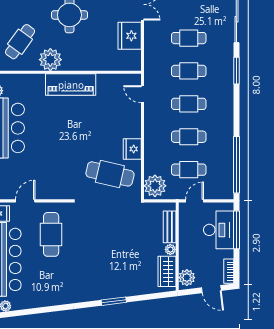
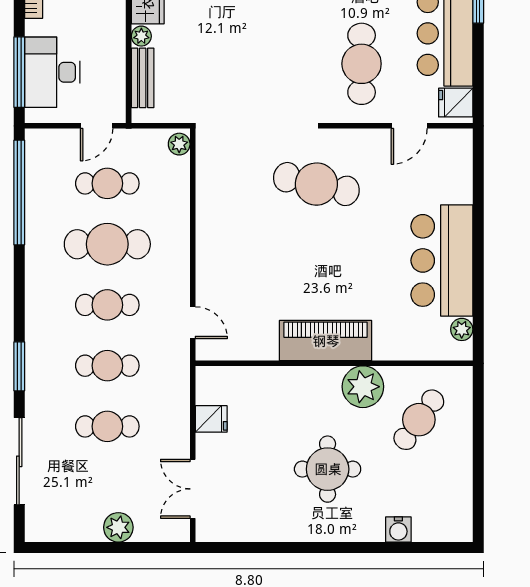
fridge: (130, 36) -> (211, 419), width x0.53, depth x0.75
cafe table: (189, 137) -> (107, 244), width x1.37, depth x1.35
fridge: (132, 149) -> (212, 222), removed
cafe table: (110, 174) -> (316, 184), moved
plant: (155, 186) -> (179, 144), width x0.53, depth x0.53

